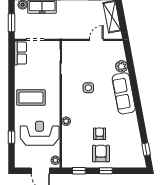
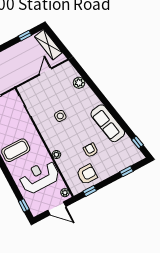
sofa: (124, 93) -> (108, 123), moved
window: (12, 137) -> (24, 205), moved
armchair: (101, 154) -> (87, 174), moved, turned 90
window: (106, 171) -> (126, 171), moved

